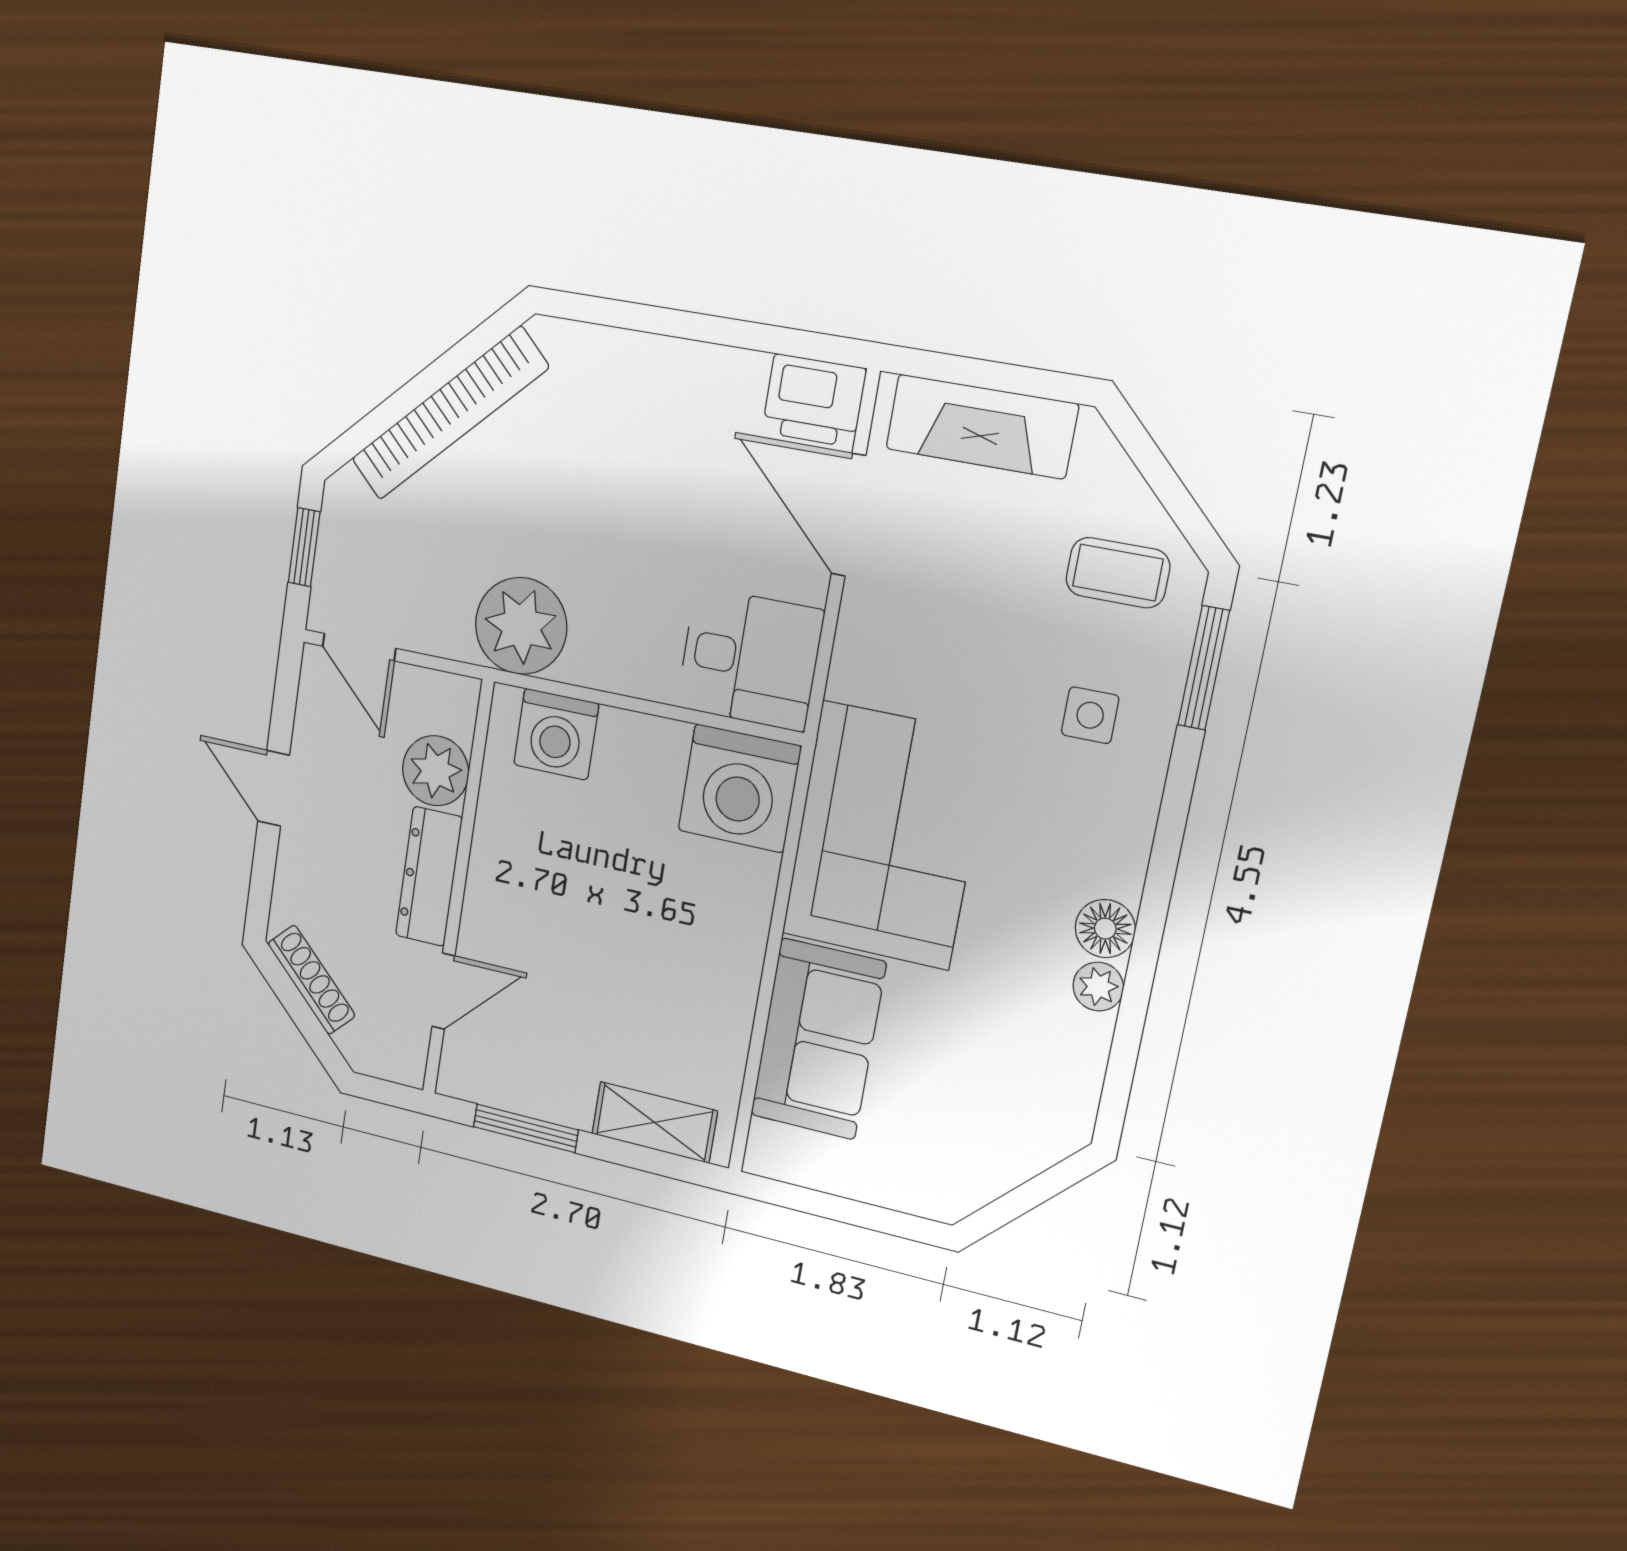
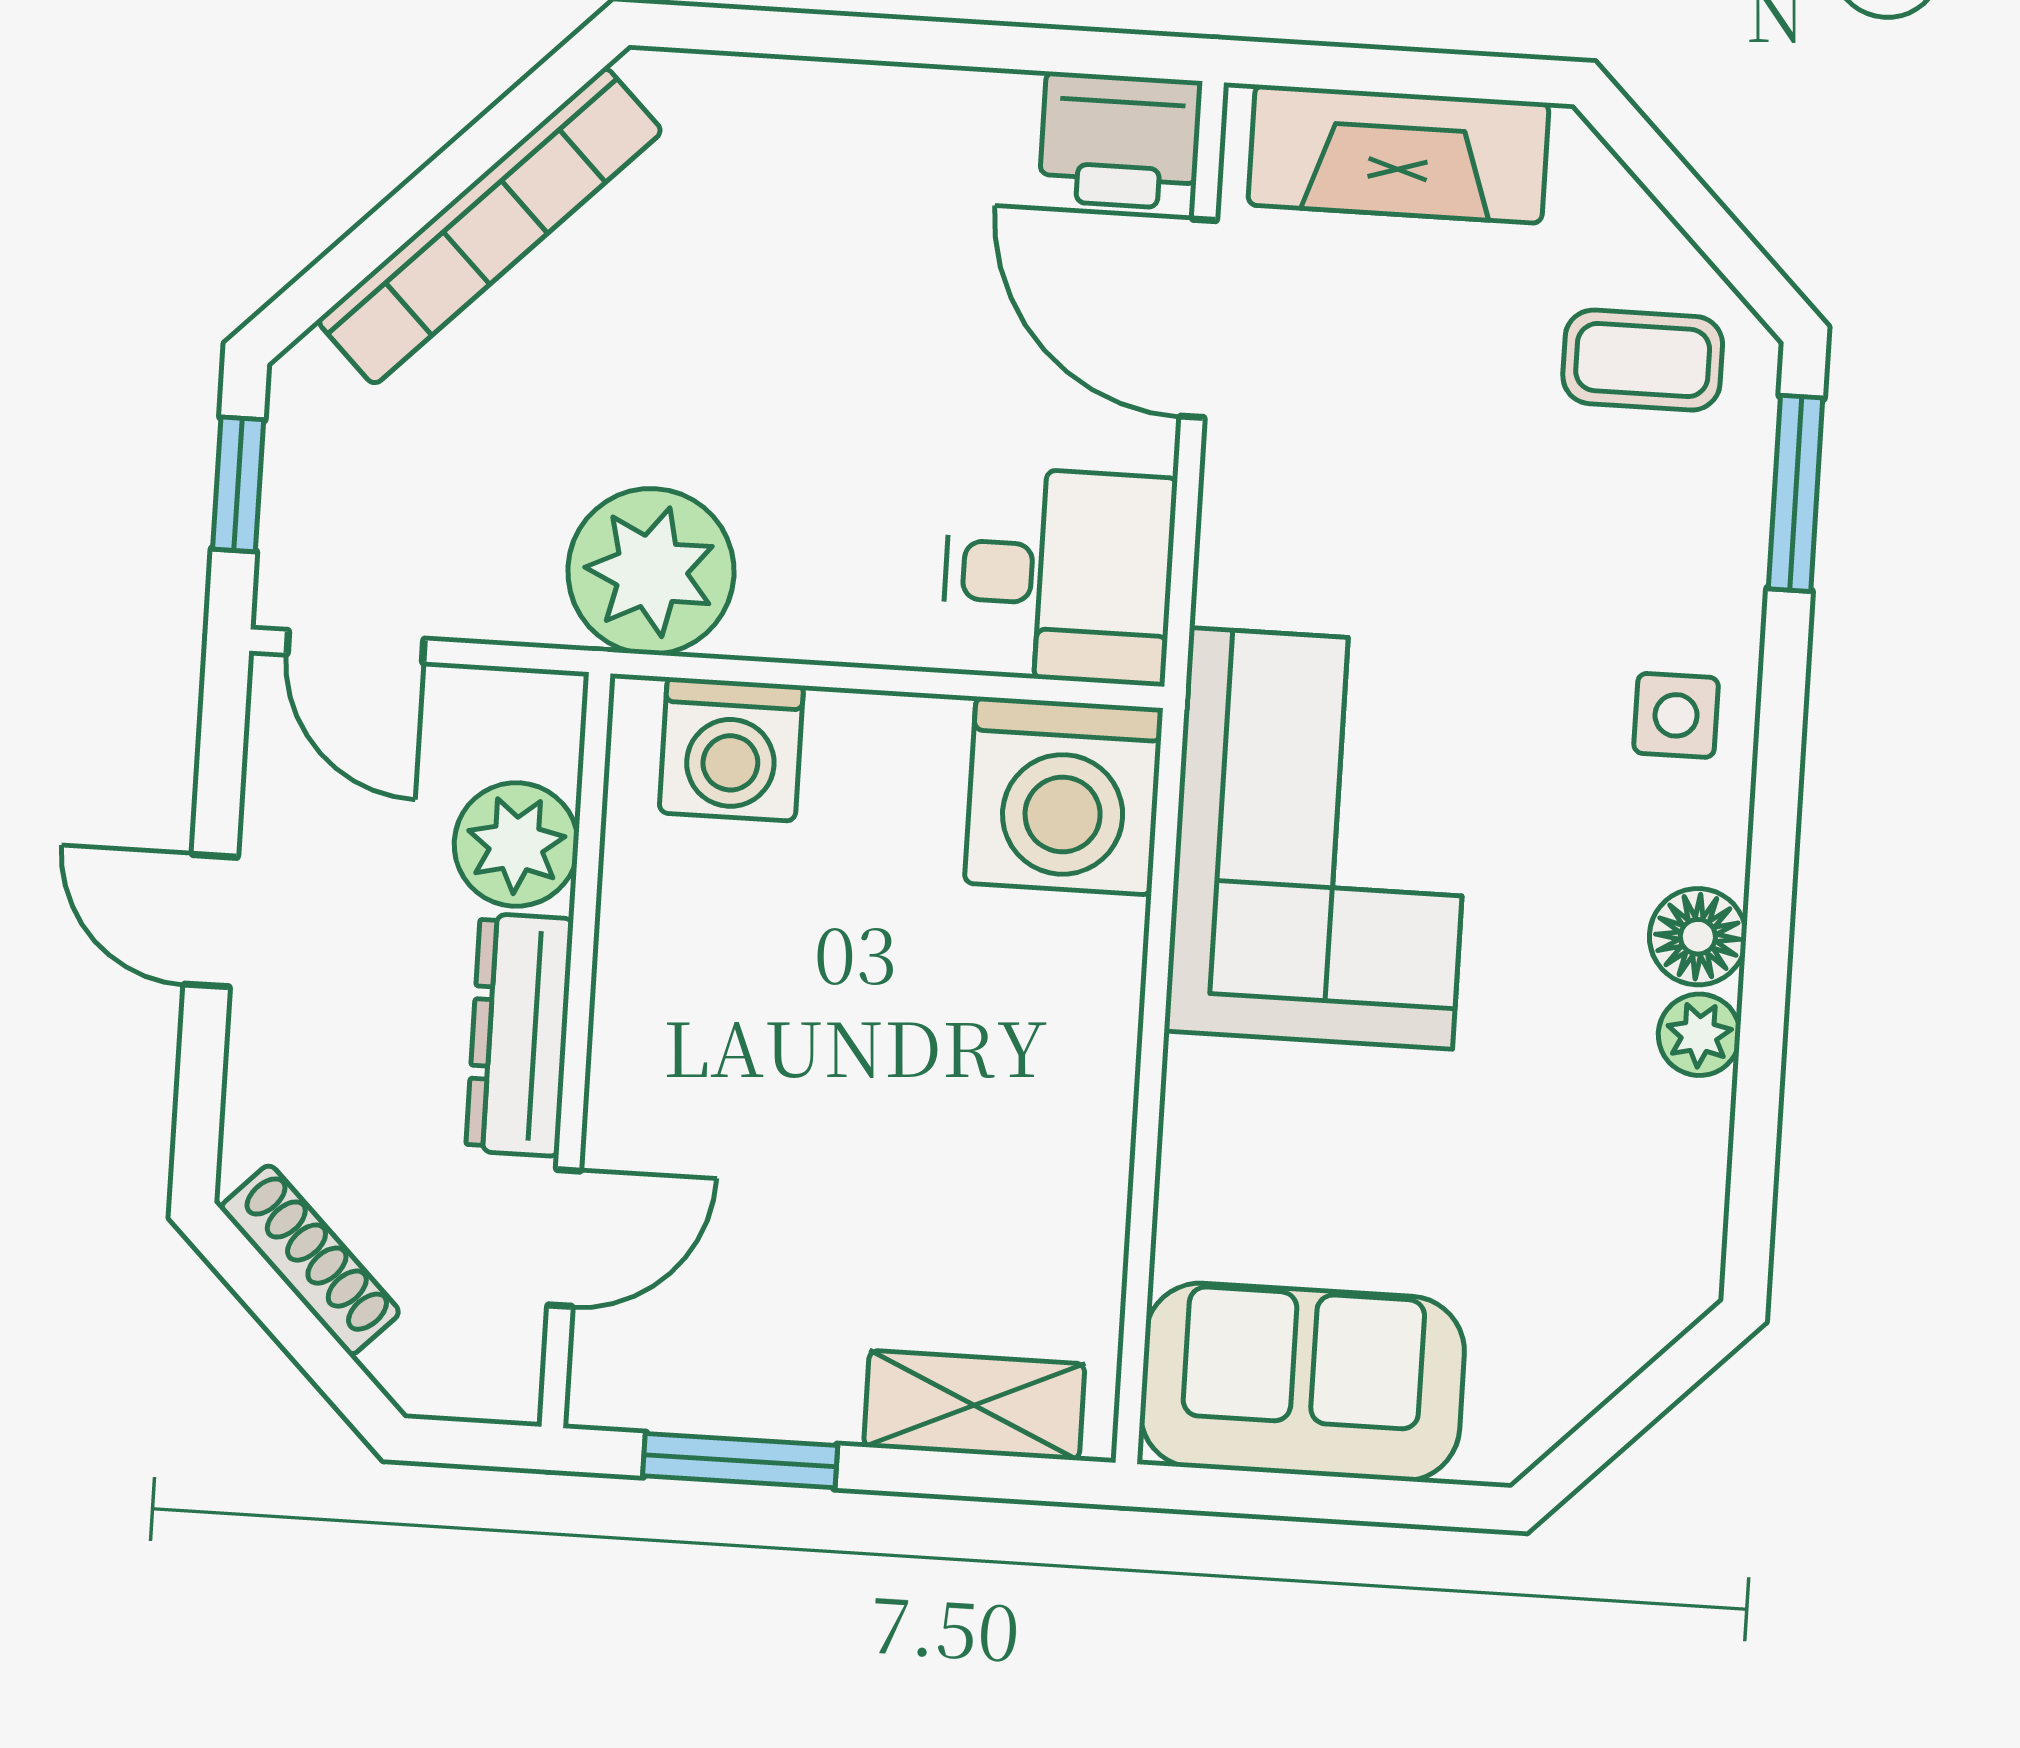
side table: (1090, 715) -> (1676, 715), moved
sofa: (818, 1039) -> (1302, 1382), moved, turned -90

